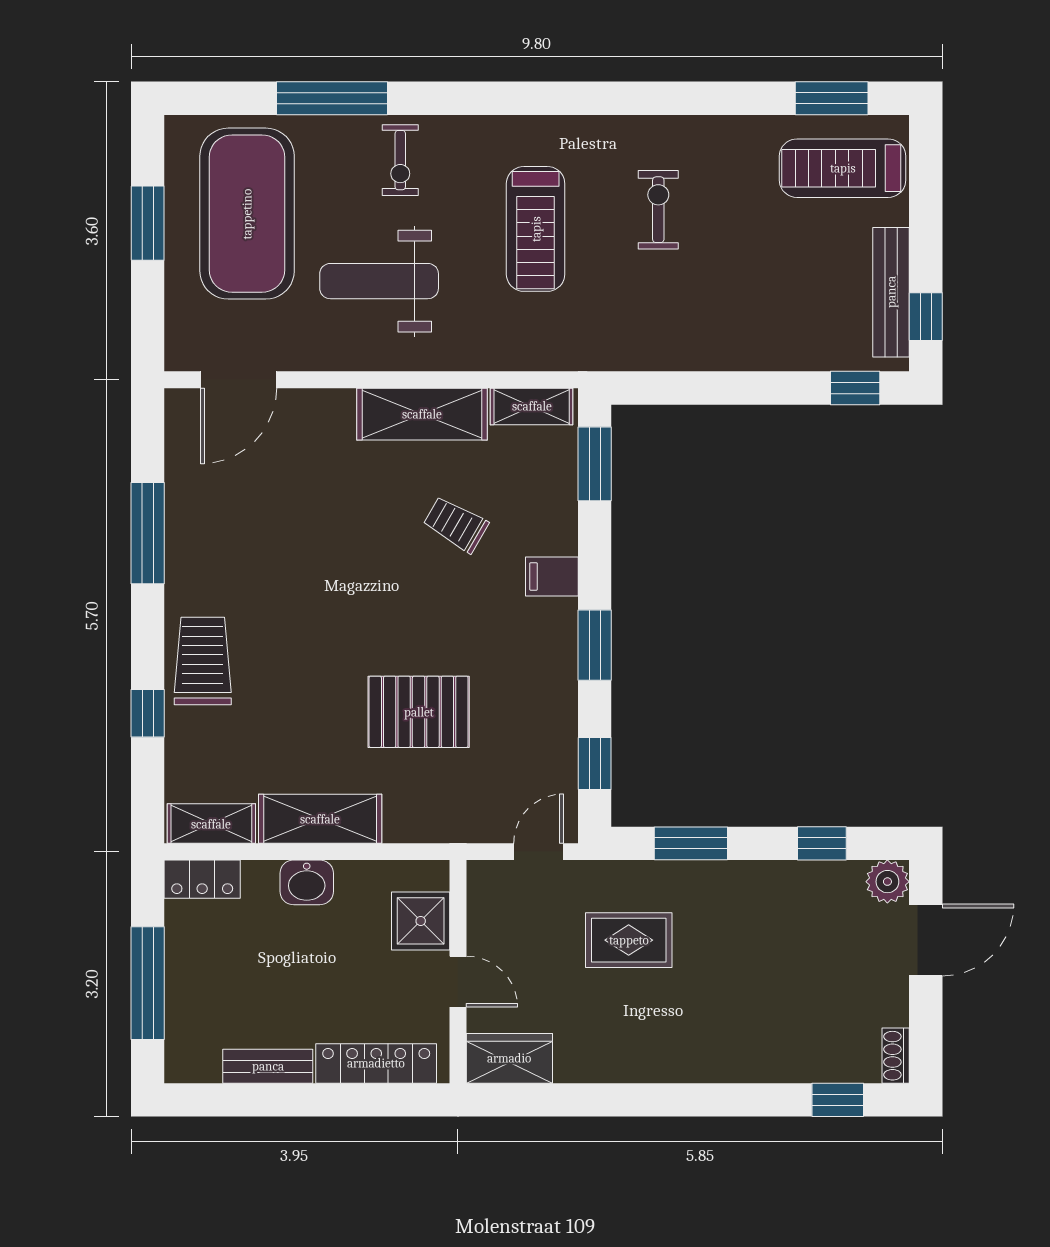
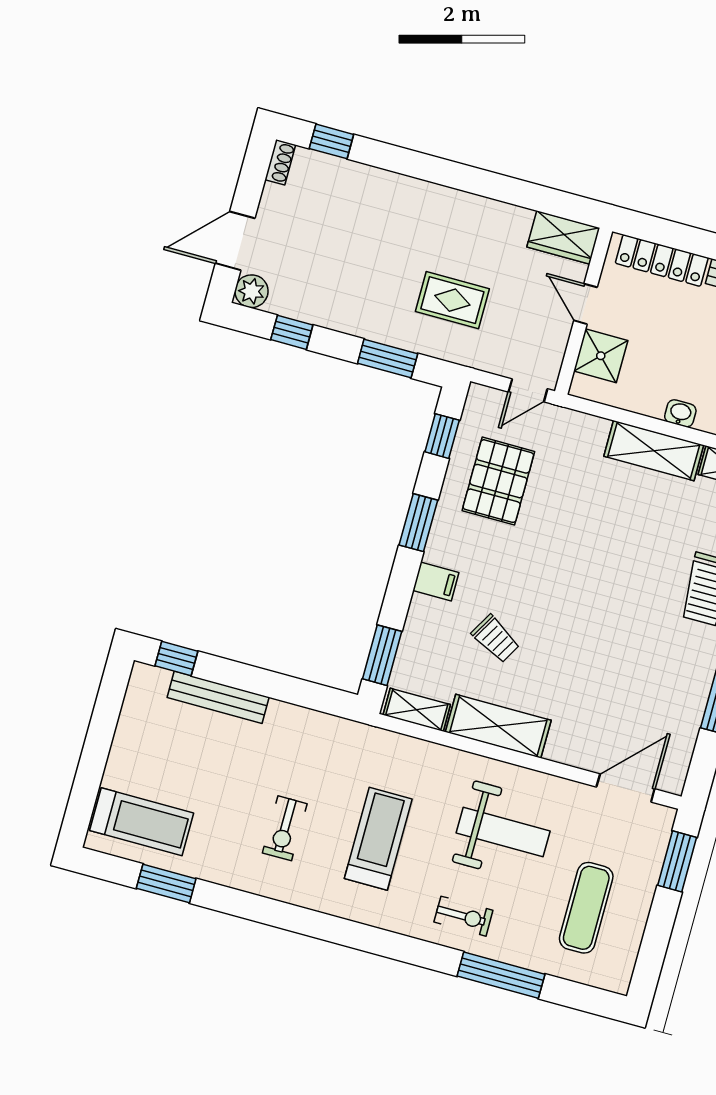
window: (832, 98) -> (166, 883), moved
exercise bike: (400, 160) -> (463, 916), turned 90
exercise mat: (247, 214) -> (586, 908), width x0.50, depth x0.69
window: (148, 223) -> (677, 861), moved
bench: (891, 292) -> (218, 697), moved, turned 90
window: (926, 317) -> (111, 697), removed
pallet: (419, 712) -> (498, 481), moved, turned 90
door: (539, 852) -> (528, 390), moved
washbasin: (307, 882) -> (680, 413), width x0.72, depth x0.69

